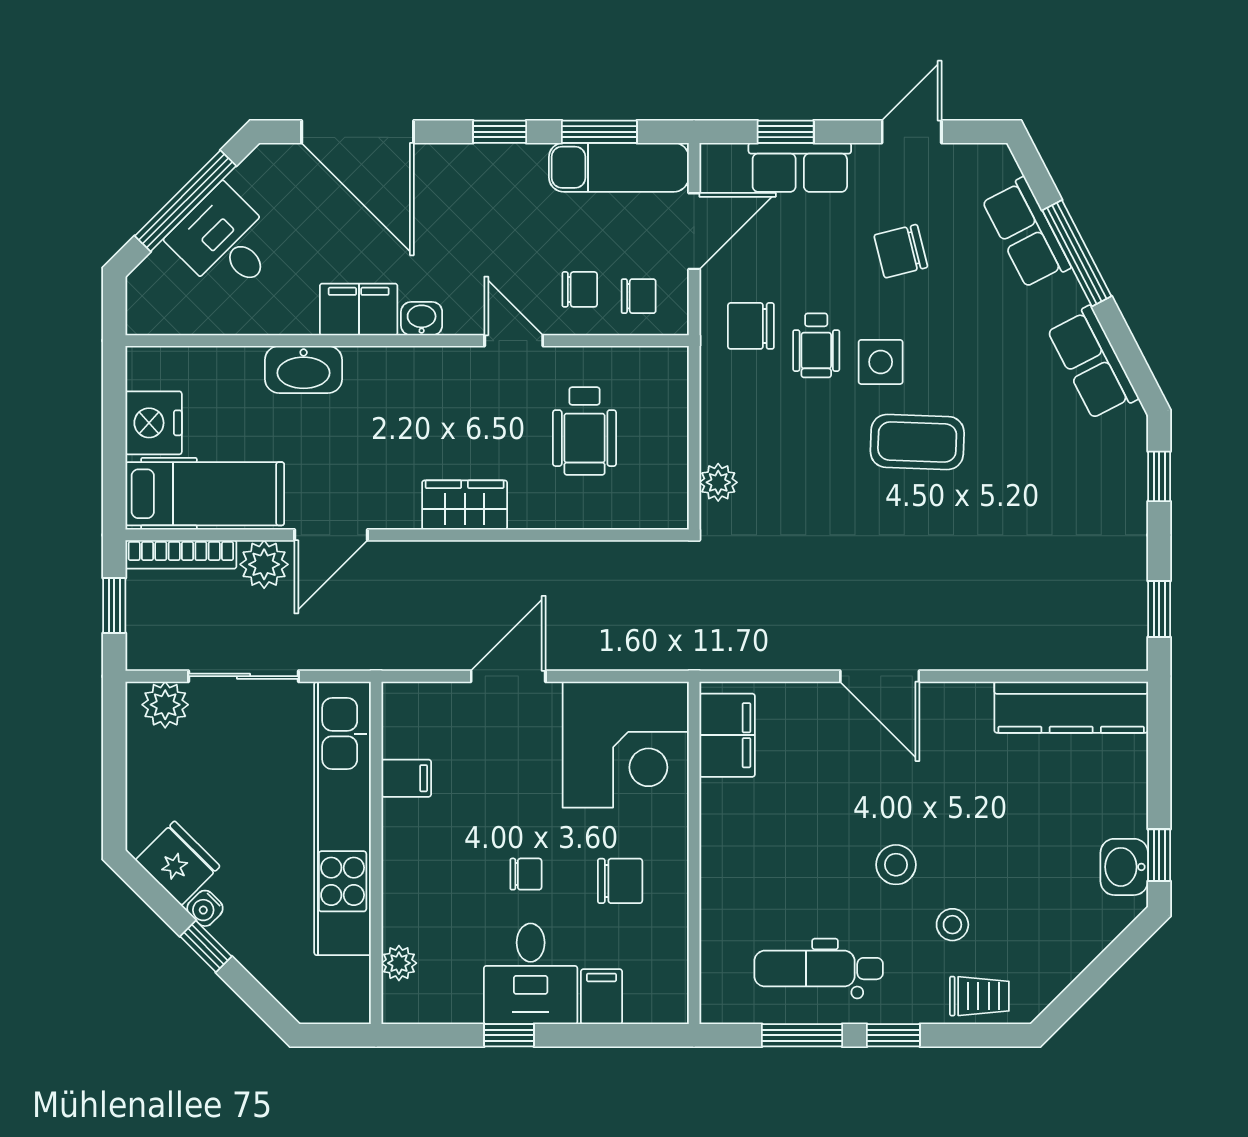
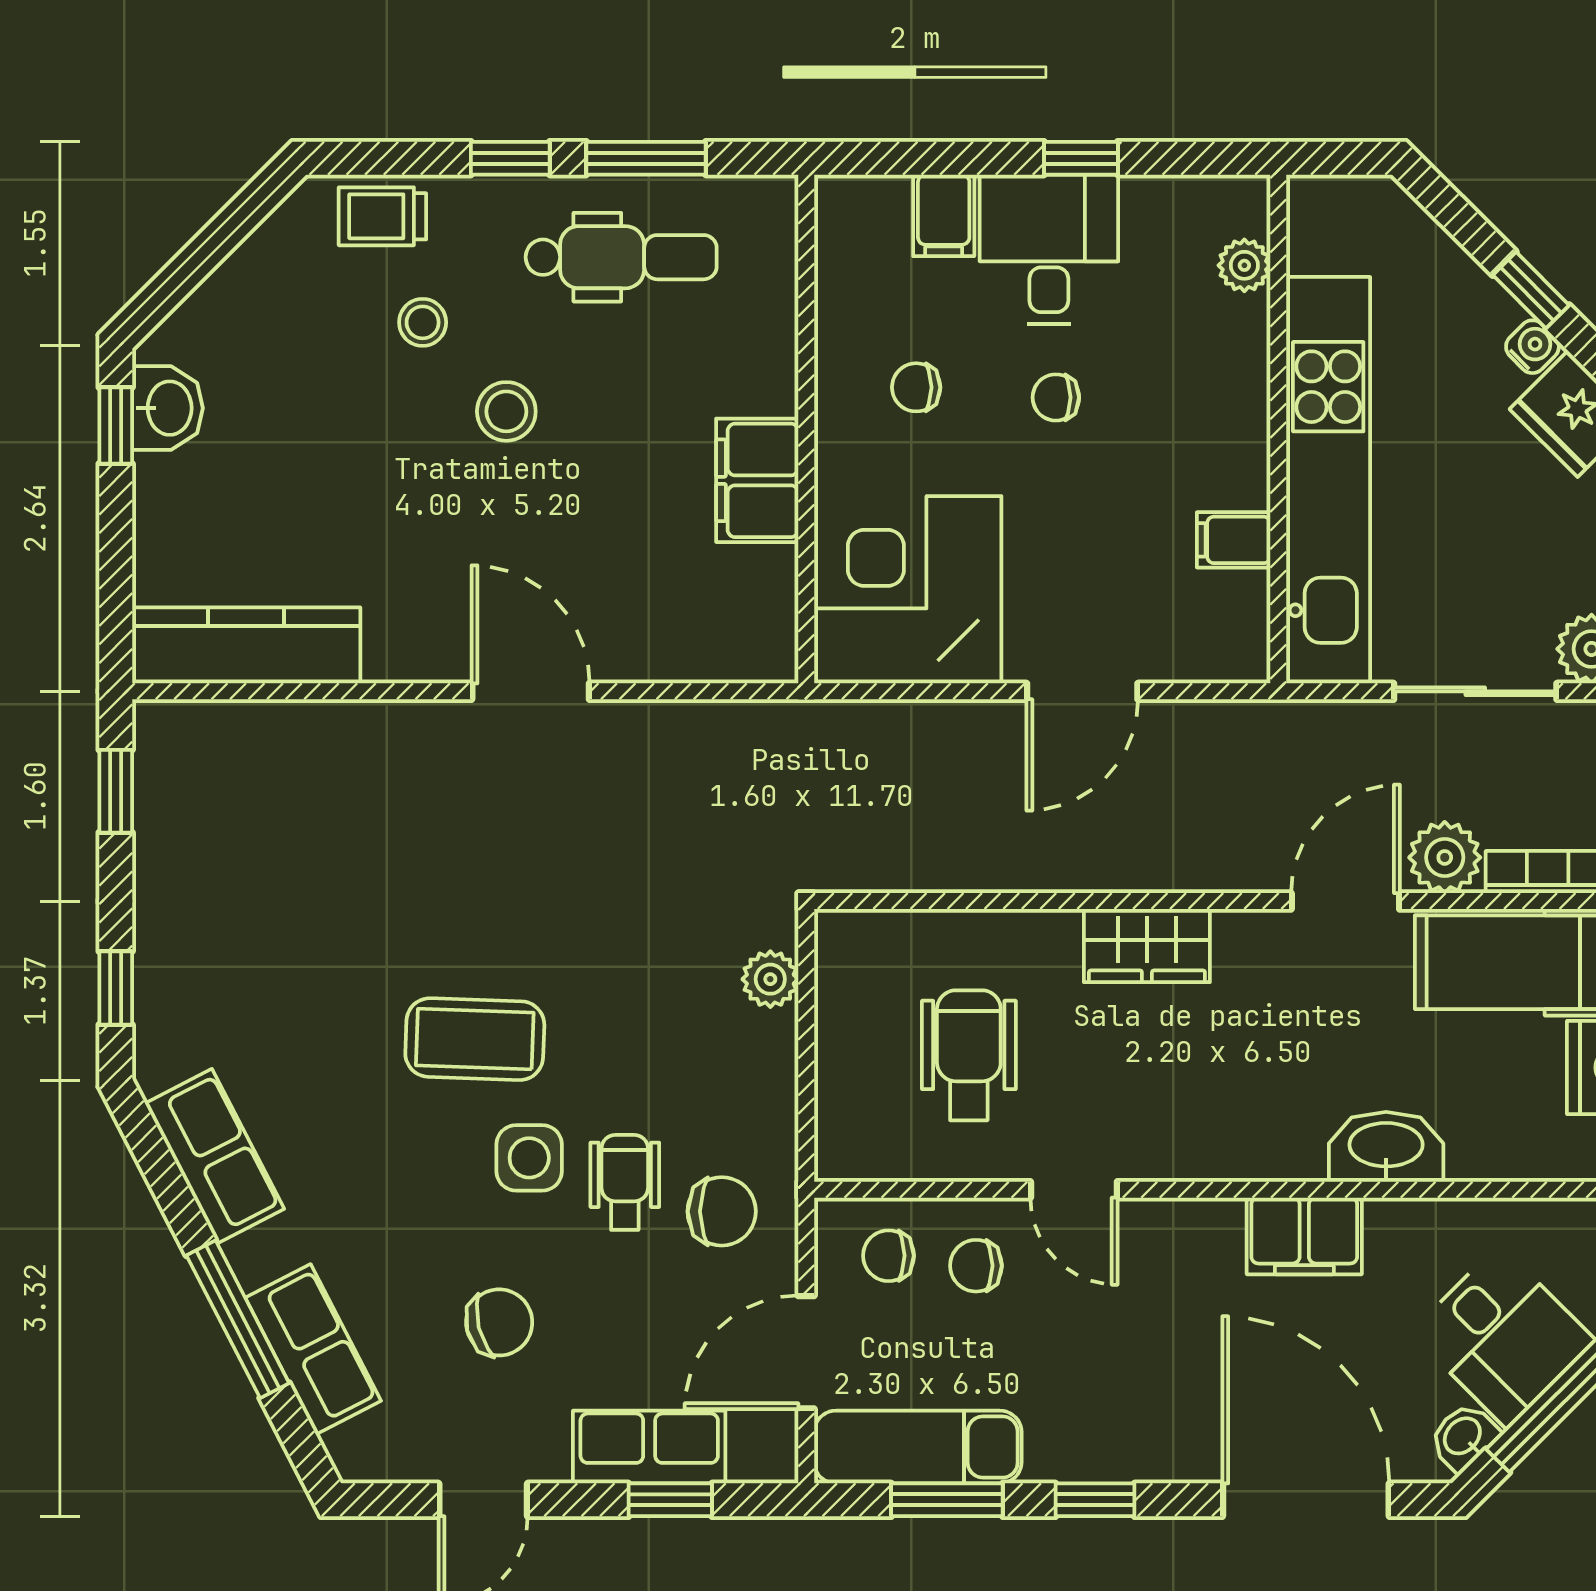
washbasin: (422, 319) -> (1463, 1437), moved, turned 135
filing cabinet: (727, 735) -> (757, 480), moved
chair: (620, 881) -> (916, 387), width x0.73, depth x0.73

